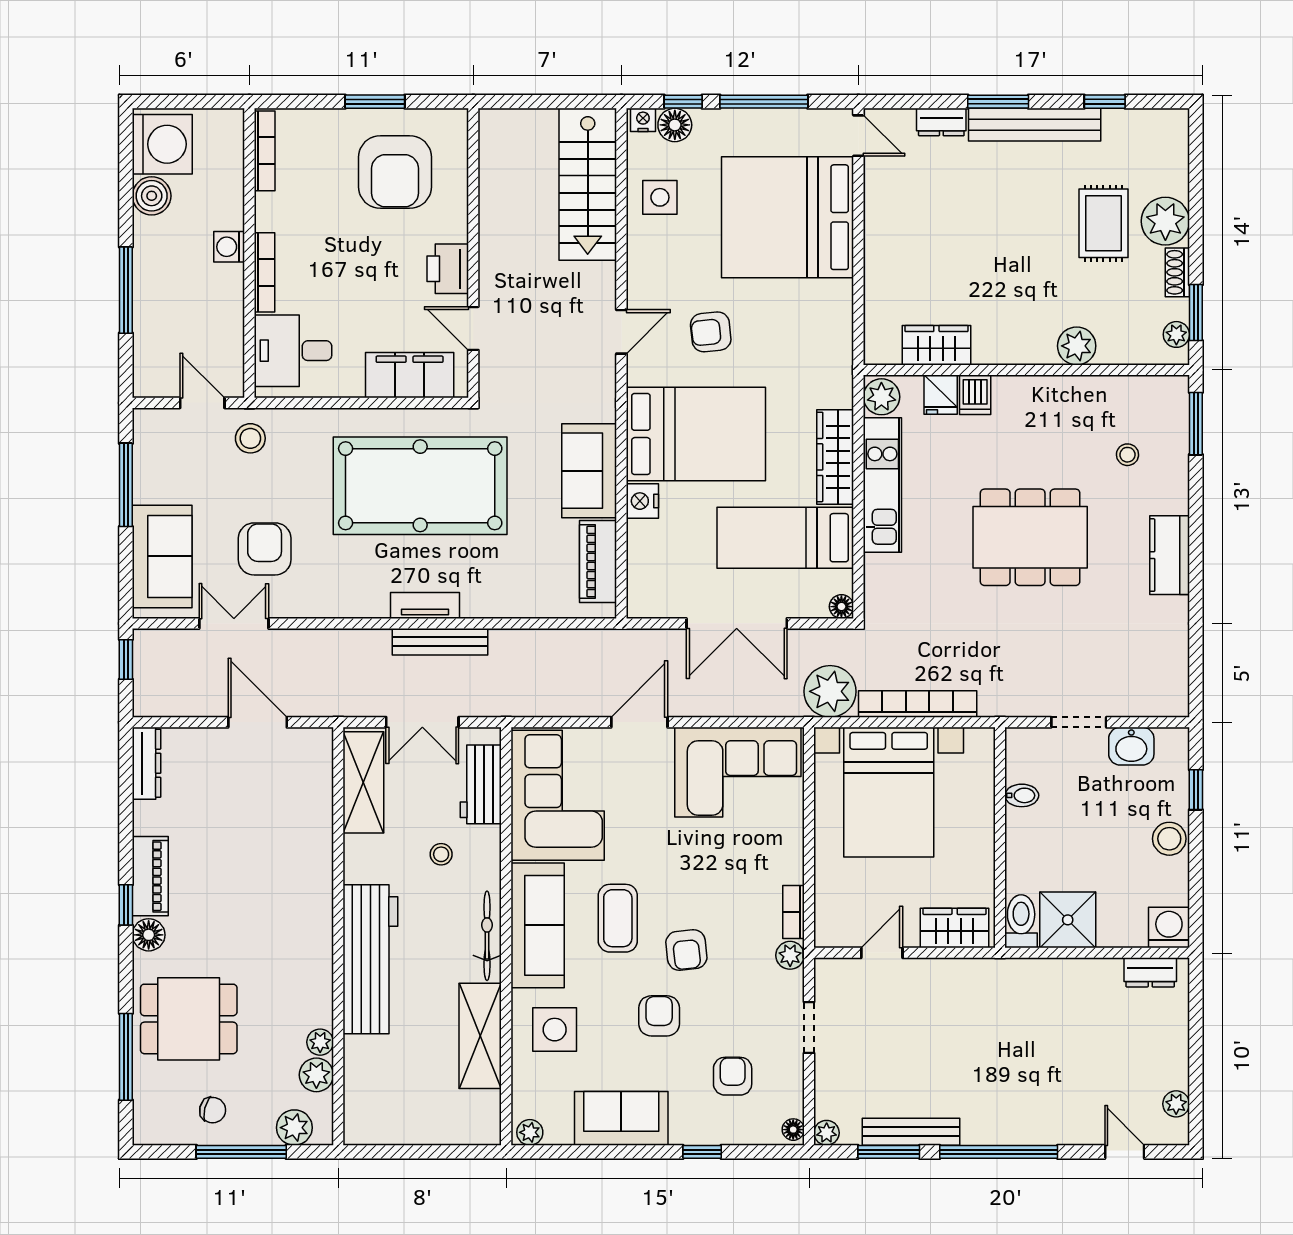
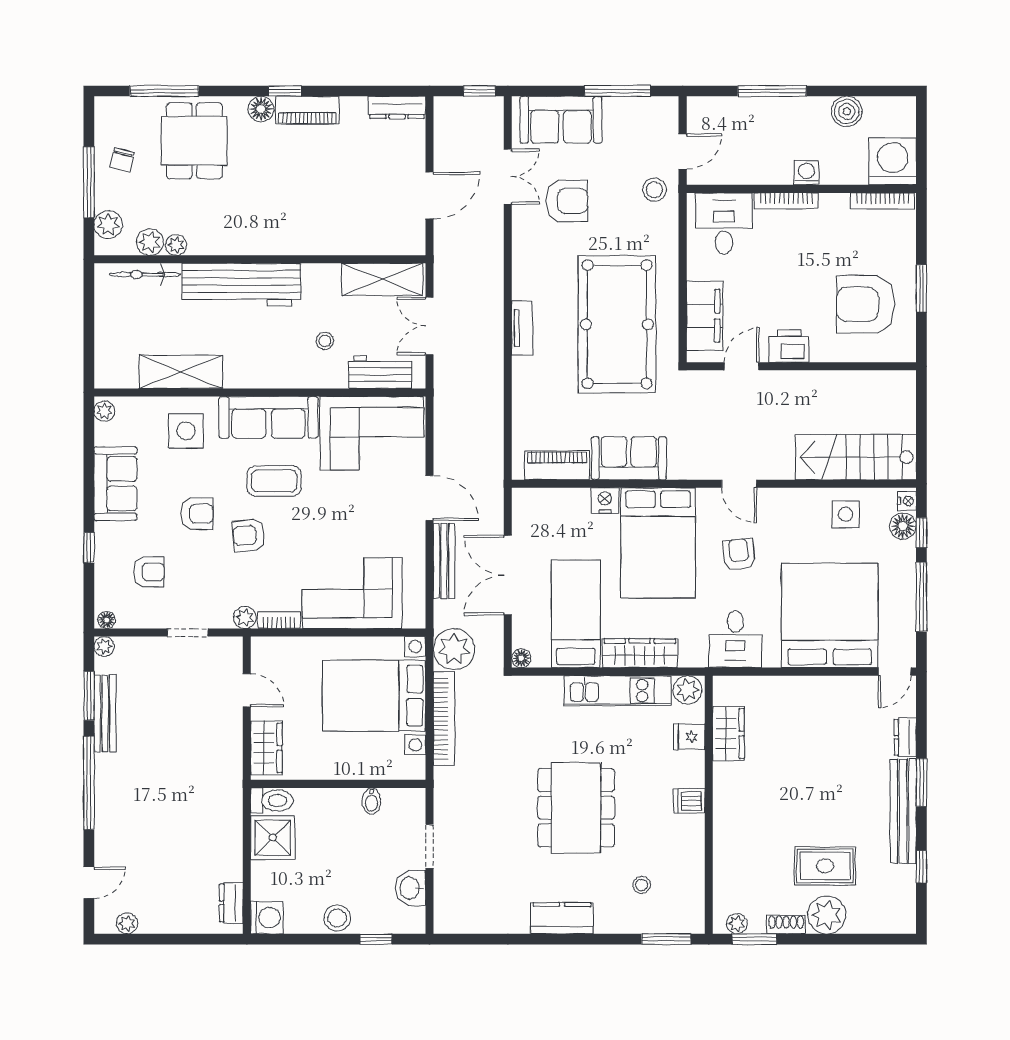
washing machine: (162, 144) -> (893, 161), moved, turned 180
desk: (818, 336) -> (735, 639), added
plant: (1077, 346) -> (728, 845), removed
dishwasher: (975, 395) -> (689, 801), moved
bench: (440, 642) -> (444, 561), moved
corner sofa: (738, 772) -> (352, 593), moved, turned 90
bicycle: (487, 936) -> (145, 274), moved, turned 180

